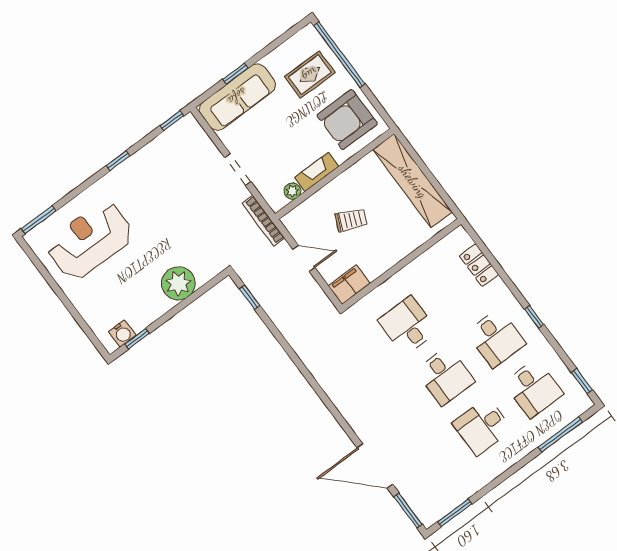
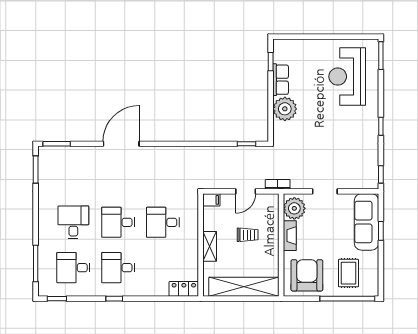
plant: (292, 191) -> (294, 208), width x1.88, depth x1.88
trolley: (351, 220) -> (248, 235), turned -114
bookcase: (263, 221) -> (278, 184), width x0.64
reception desk: (90, 240) -> (347, 77), turned 180
shelving: (396, 253) -> (210, 246), added
locker: (479, 265) -> (184, 289), moved
filing cabinet: (349, 285) -> (211, 200), width x0.50
row of seats: (149, 312) -> (281, 80), added
desk: (408, 326) -> (163, 222), turned 180
water cooler: (122, 333) -> (280, 55), removed
door: (375, 466) -> (121, 144), moved

